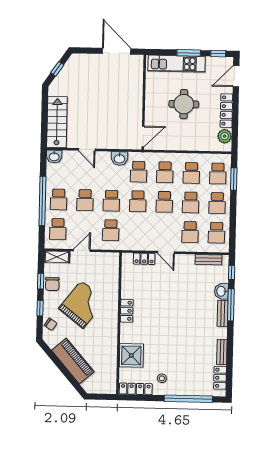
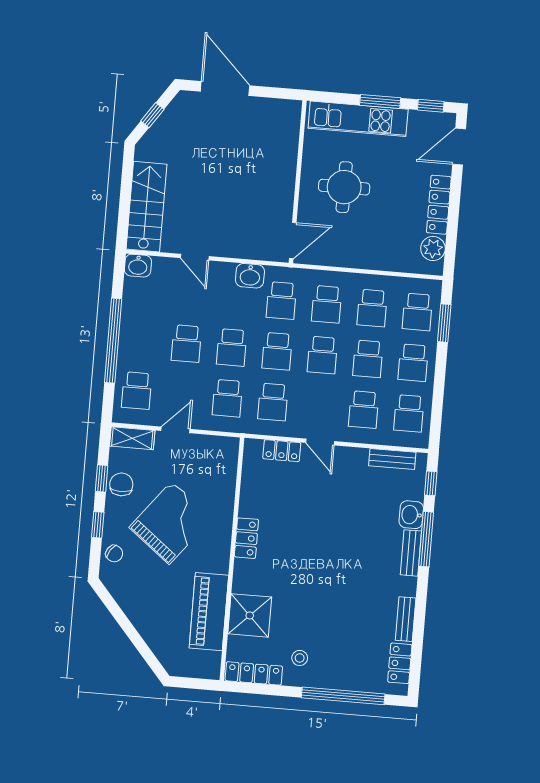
door: (117, 51) -> (225, 88), moved
round table: (184, 104) -> (344, 187), moved
school desk: (59, 199) -> (273, 402), moved
chair: (52, 284) -> (121, 484), turned 180
piano: (73, 361) -> (209, 612), moved, turned -139

